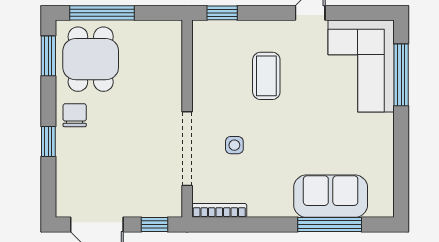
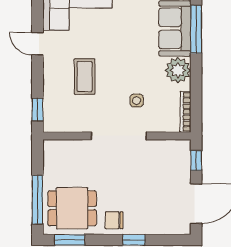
coffee table: (266, 76) -> (85, 77), turned 90
doorway: (187, 149) -> (119, 136), moved
plant: (275, 200) -> (178, 70), added

